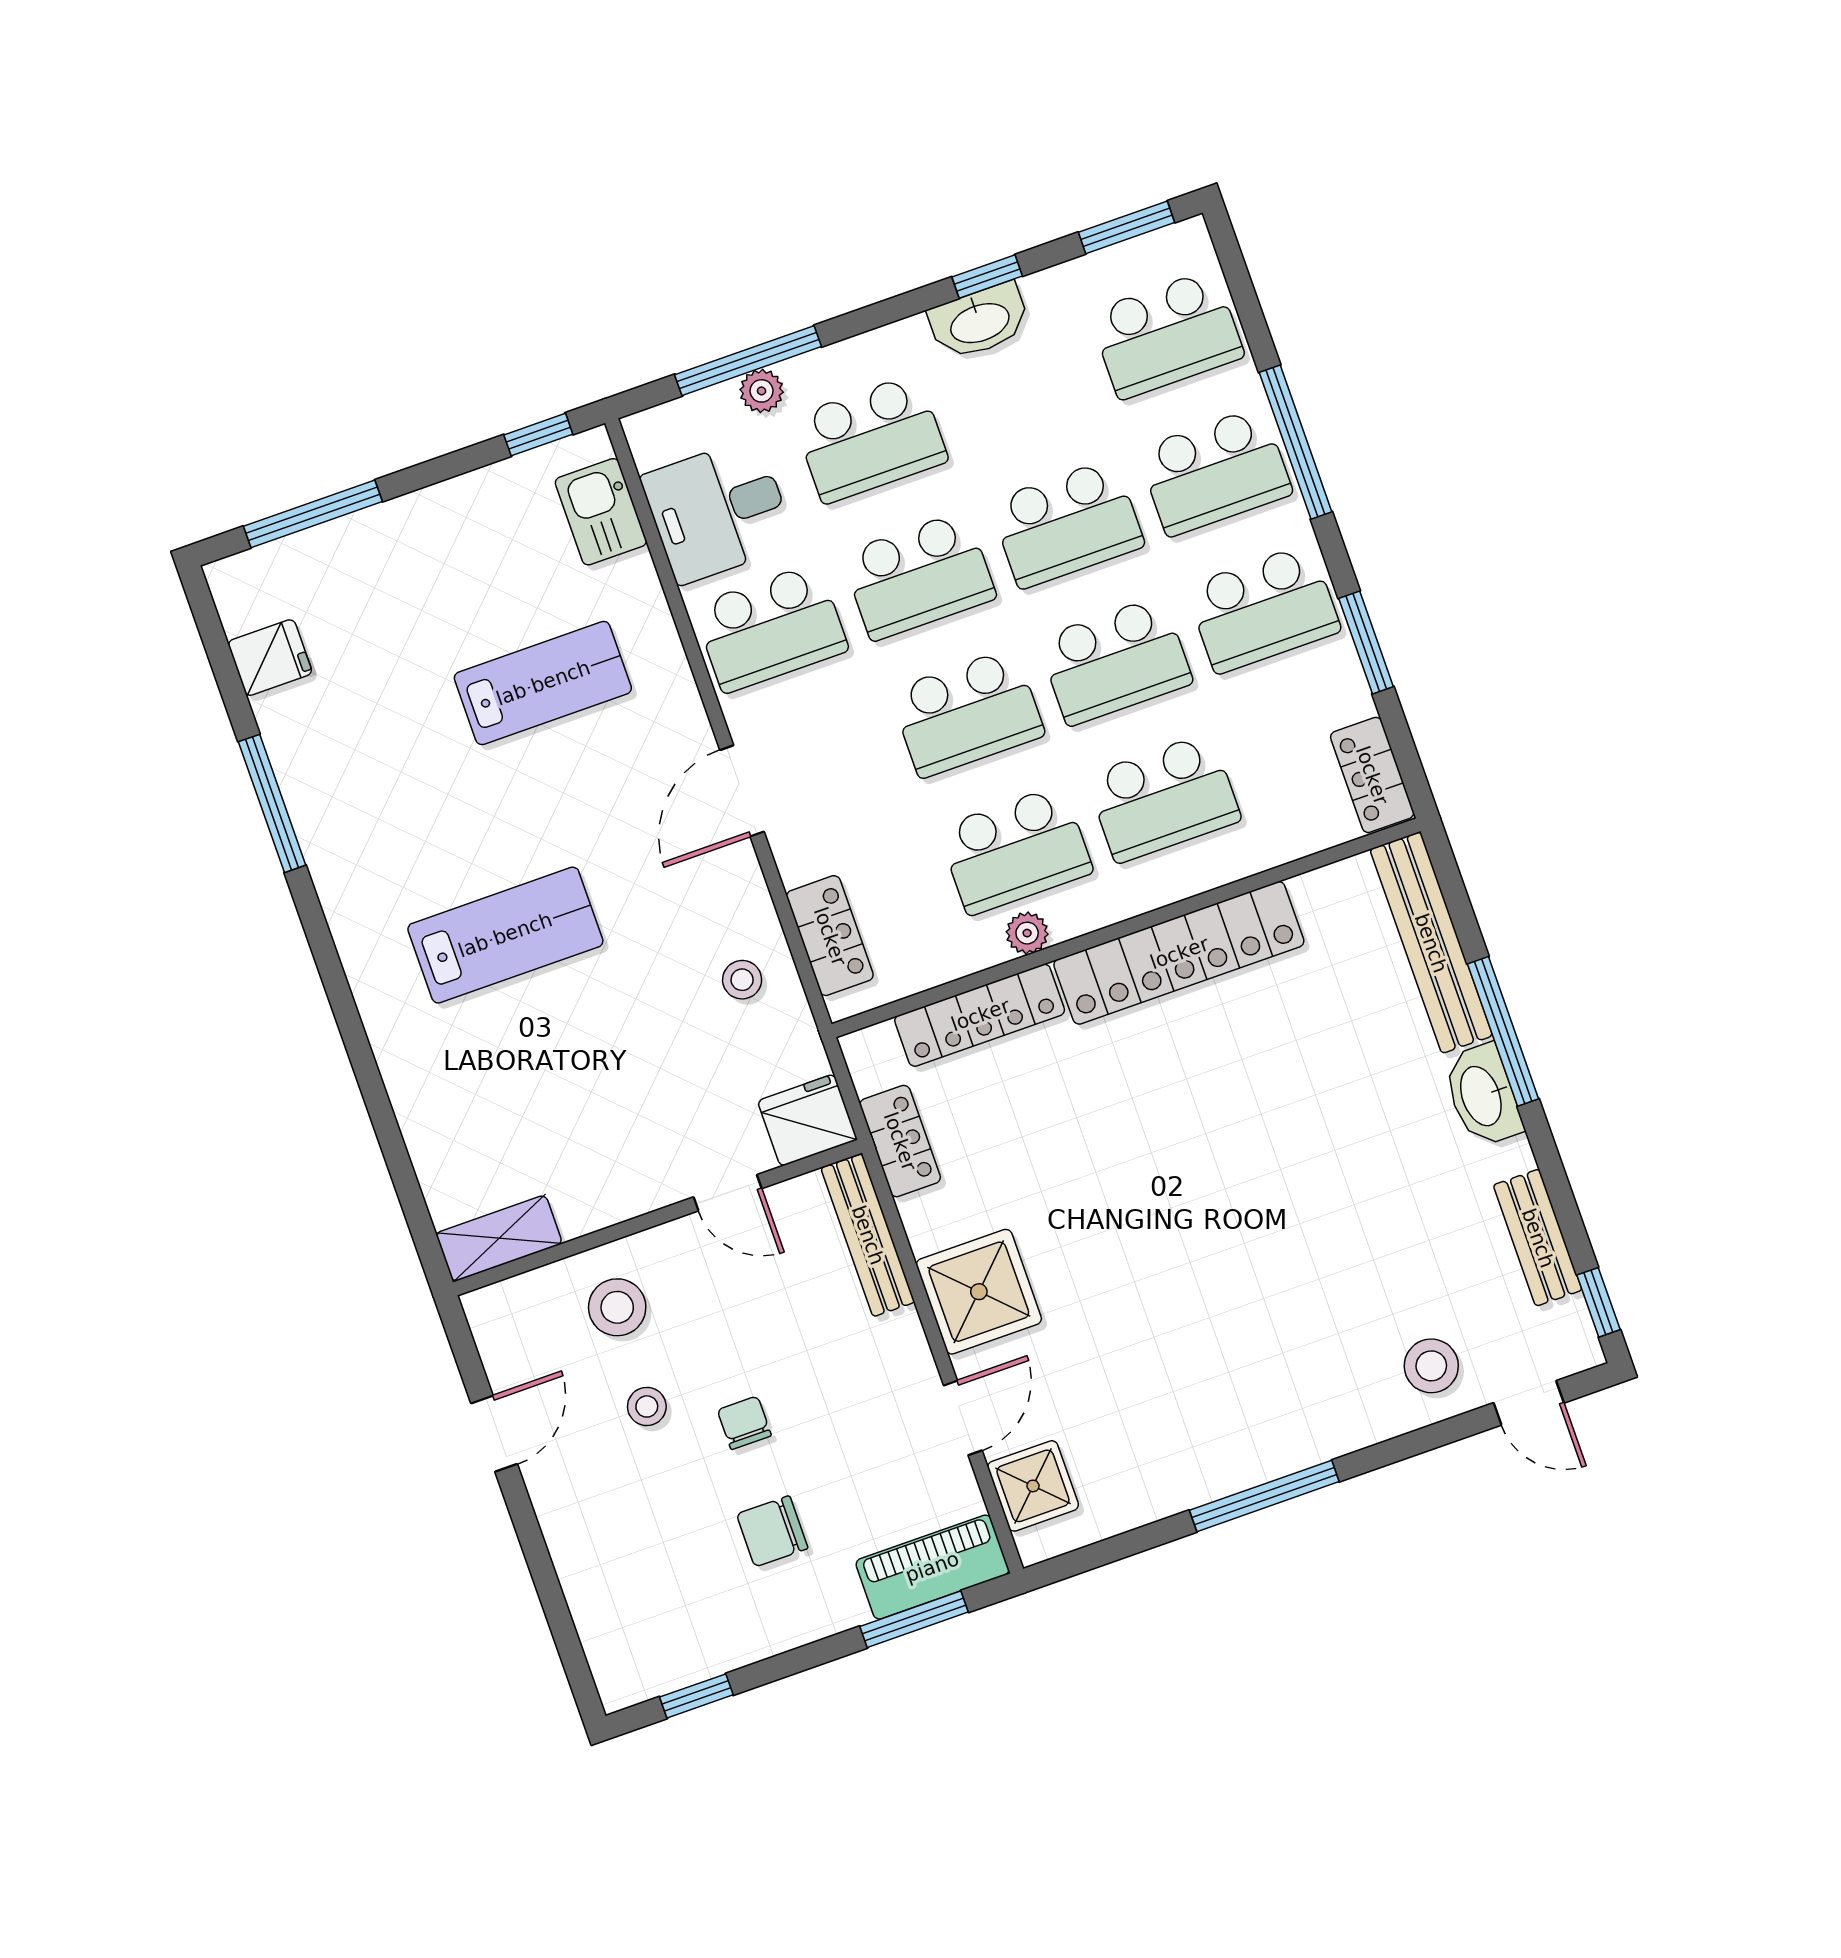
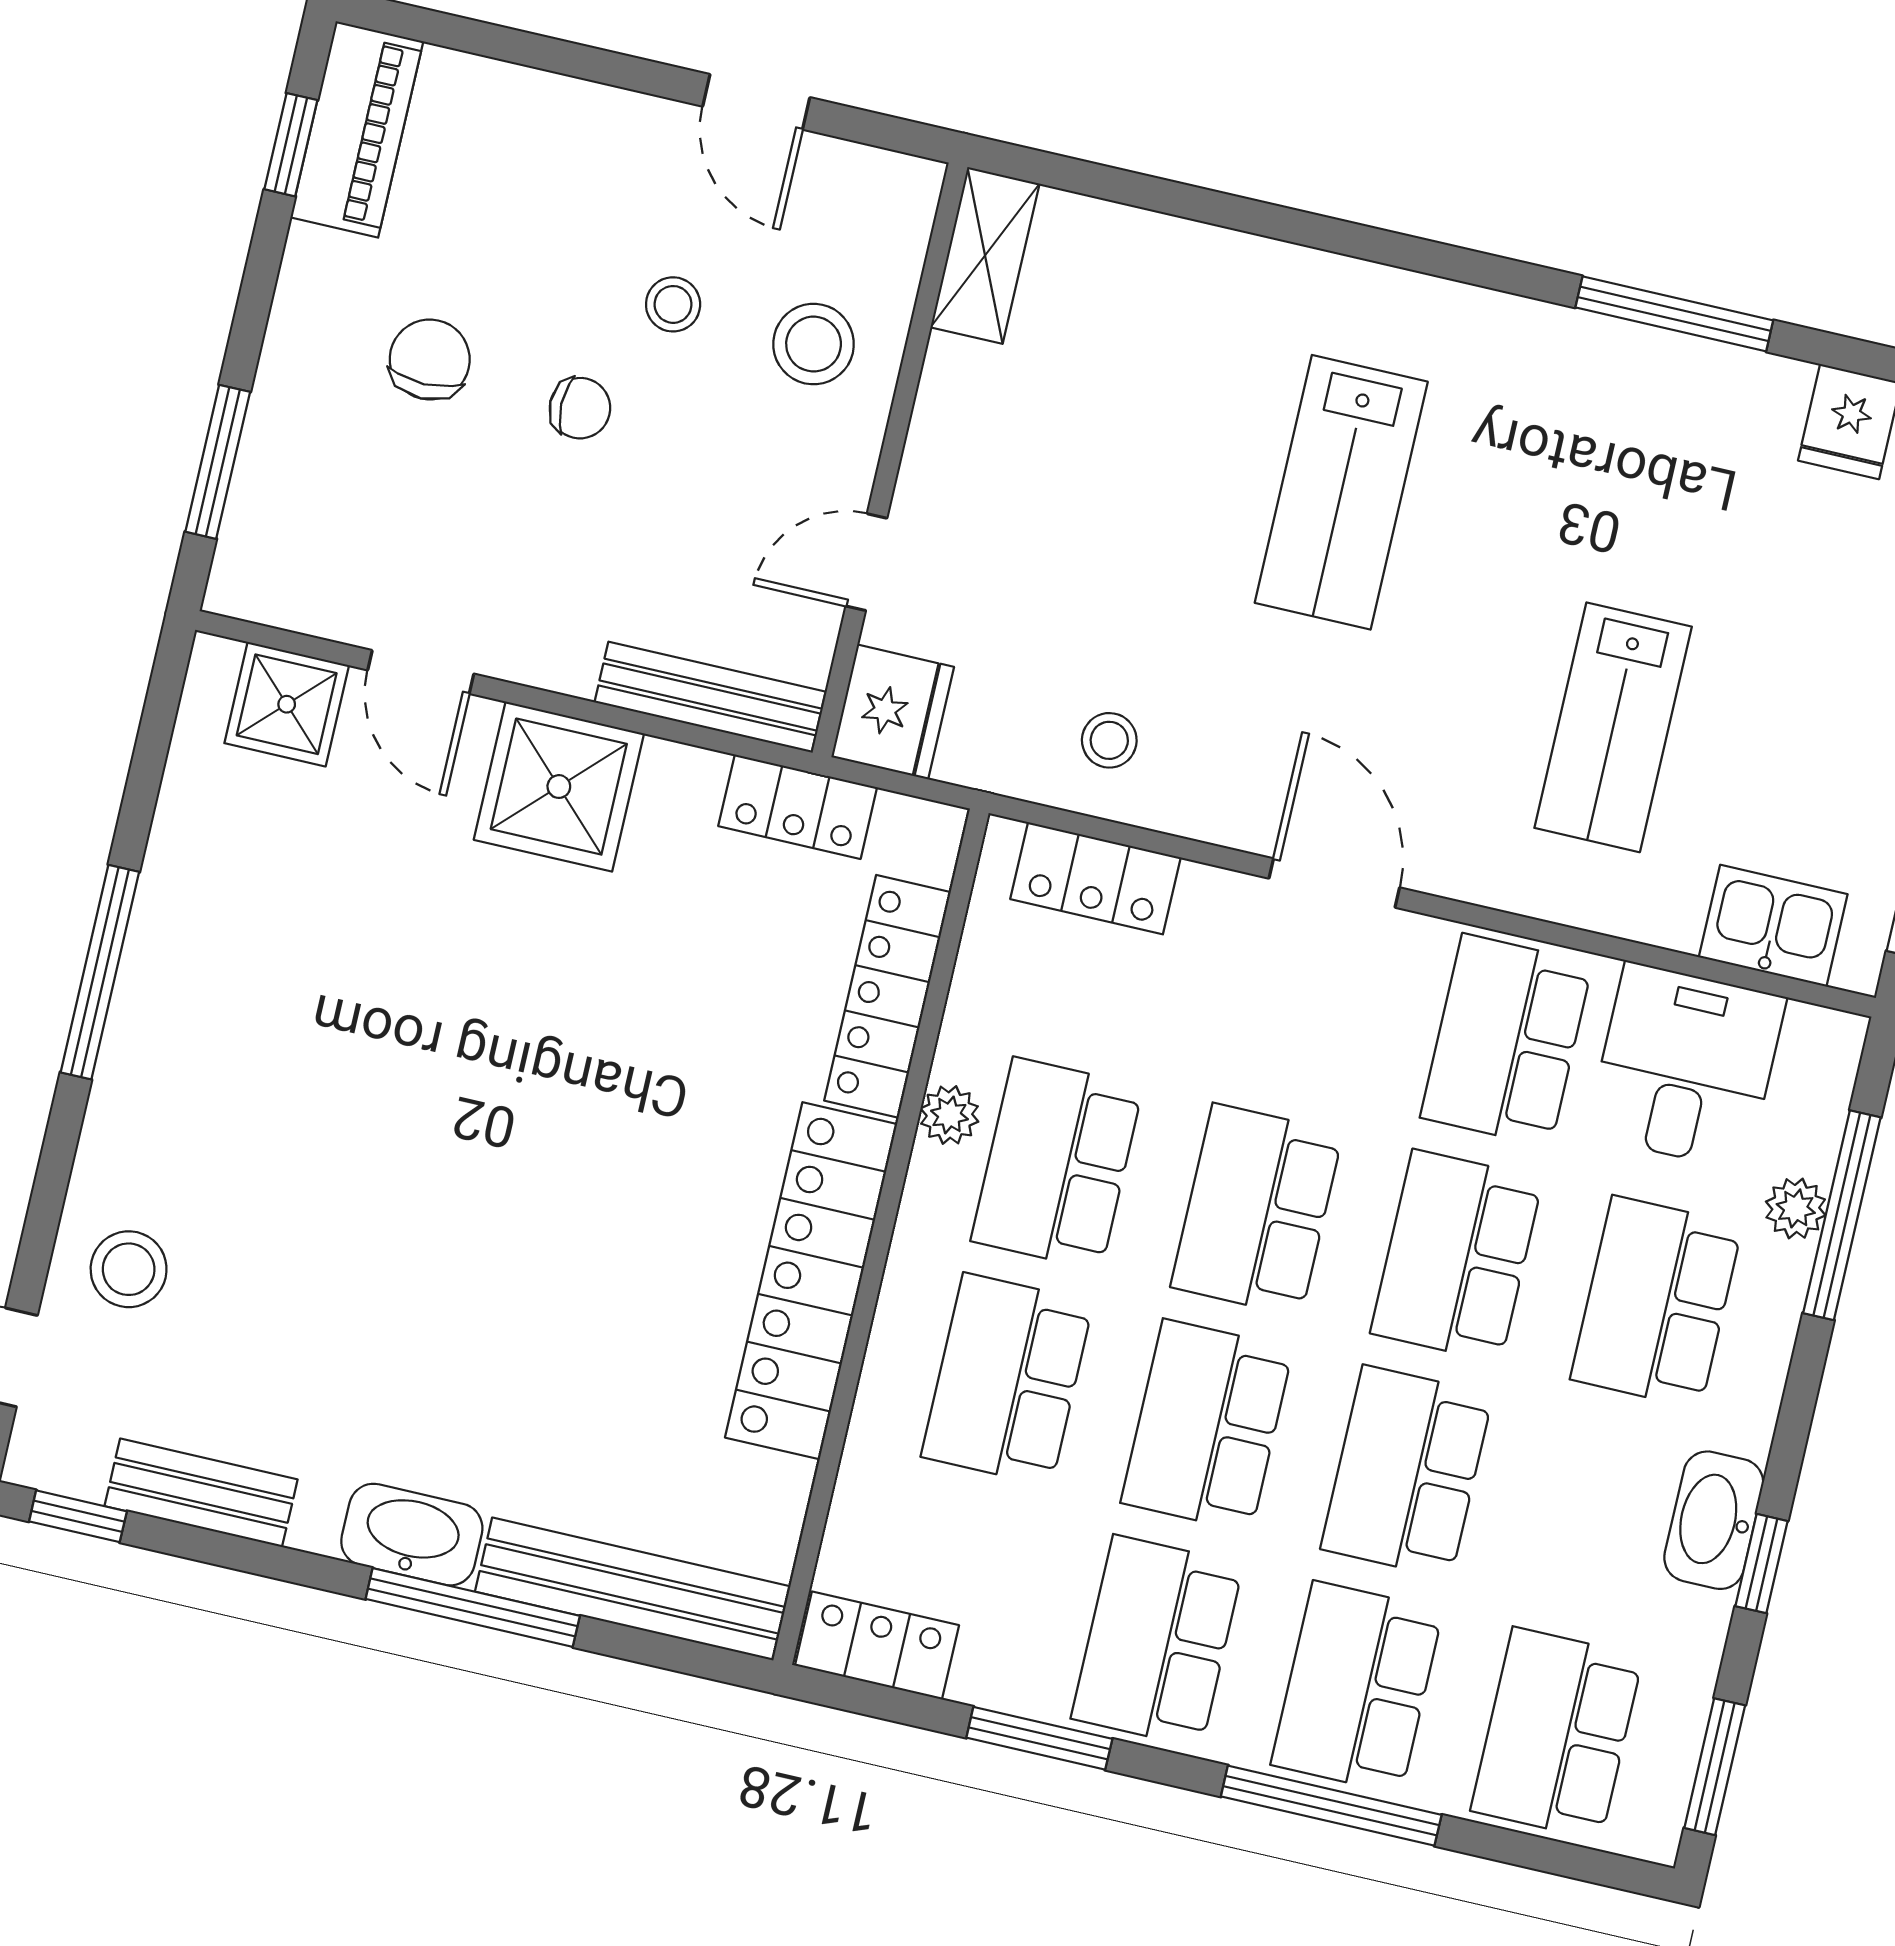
piano: (932, 1567) -> (357, 129), moved

